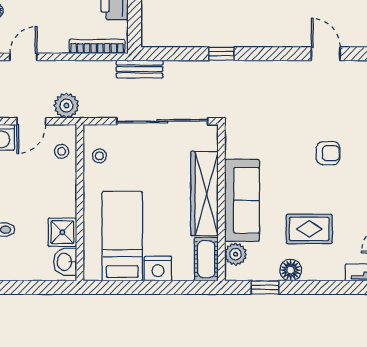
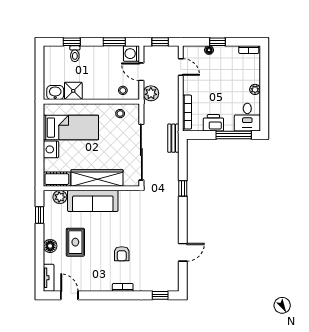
floor lamp: (291, 270) -> (50, 246), moved

